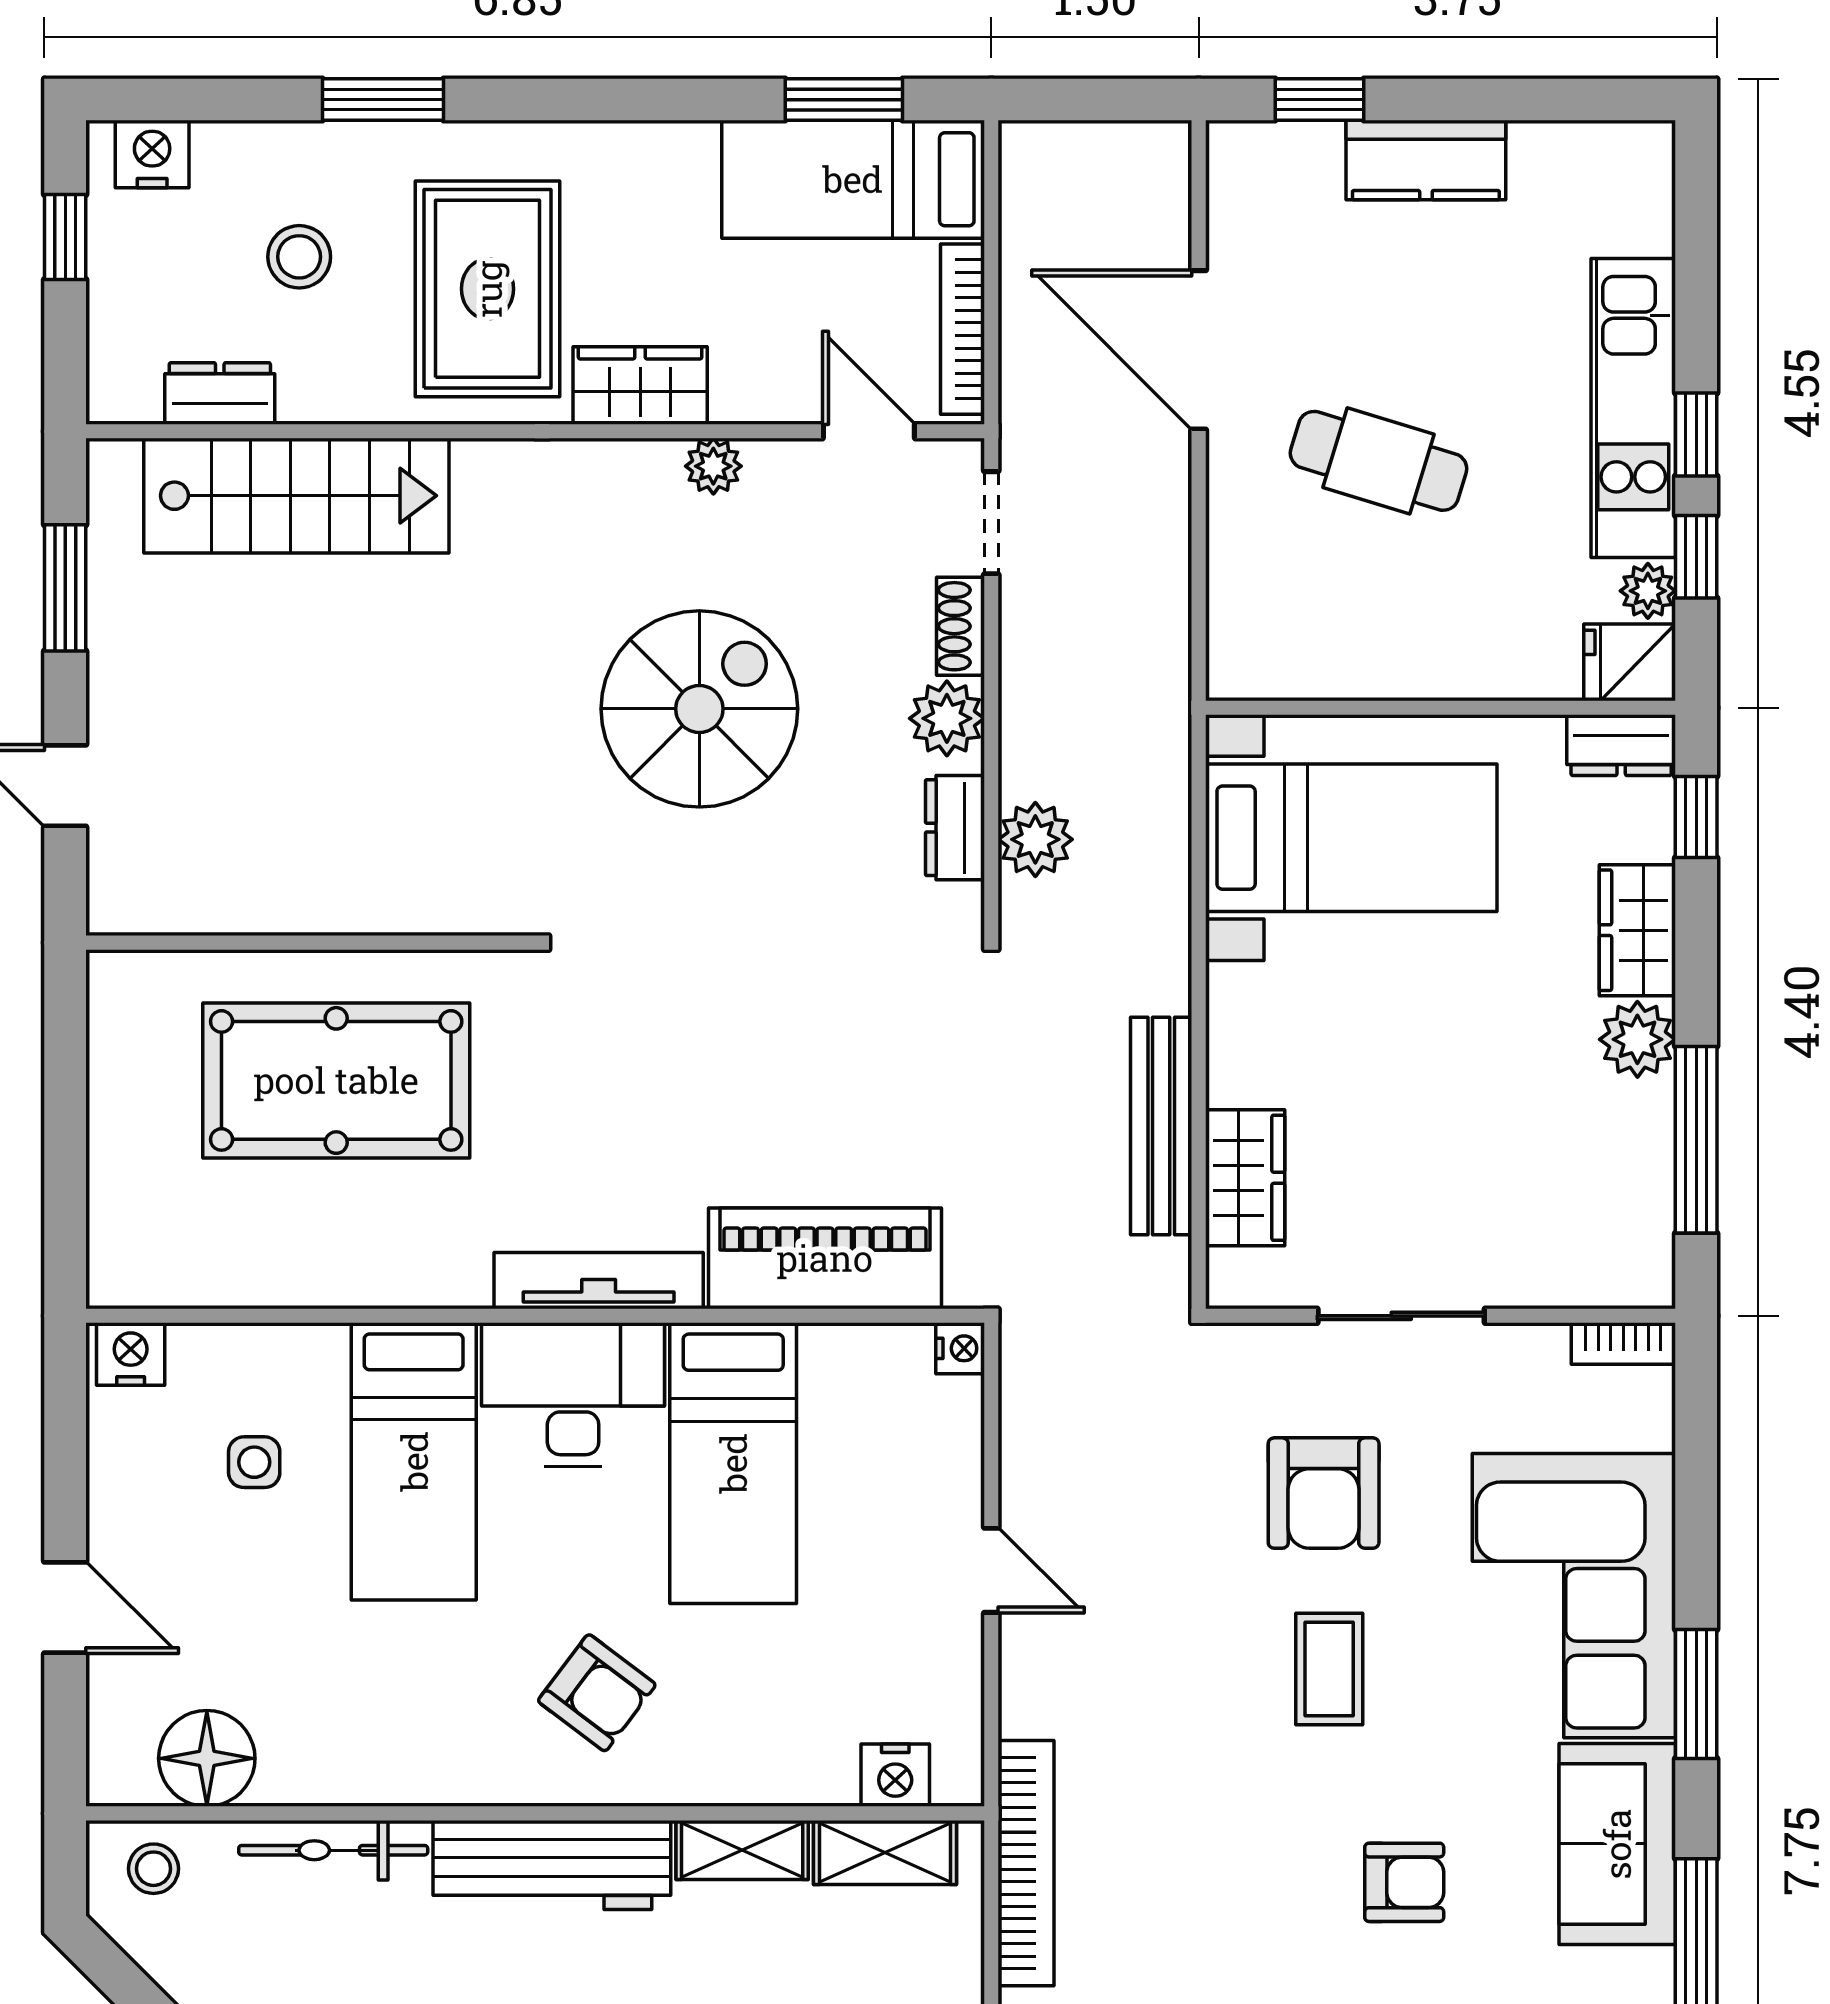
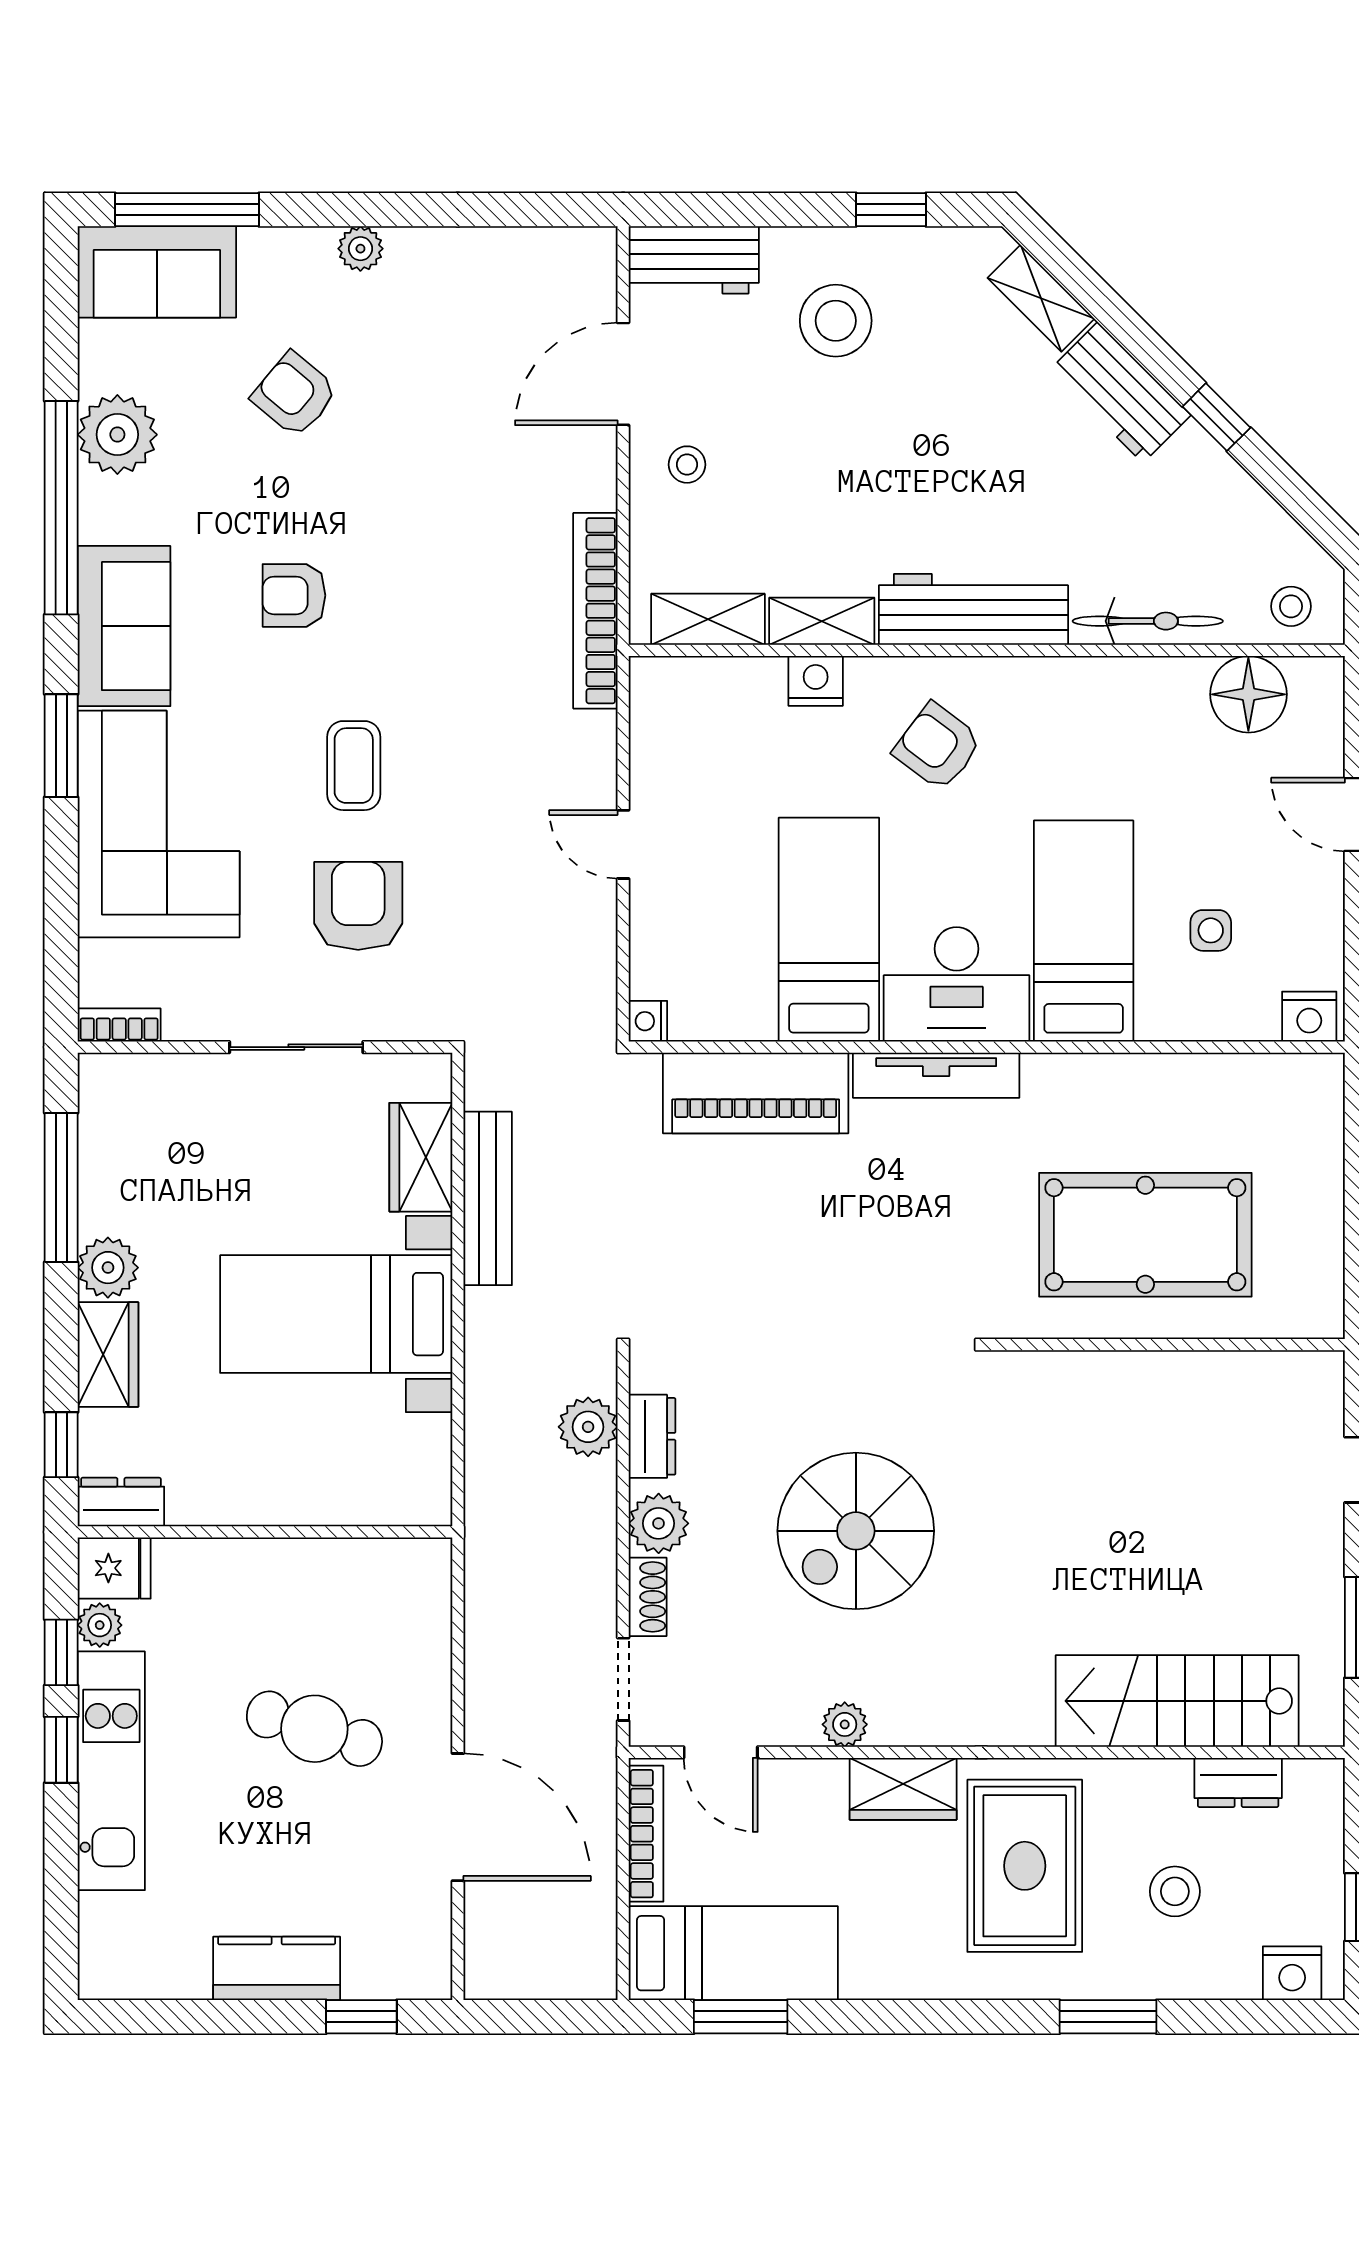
bed with nightstands: (1351, 838) -> (336, 1314), moved
nightstand: (895, 1775) -> (816, 681), moved

